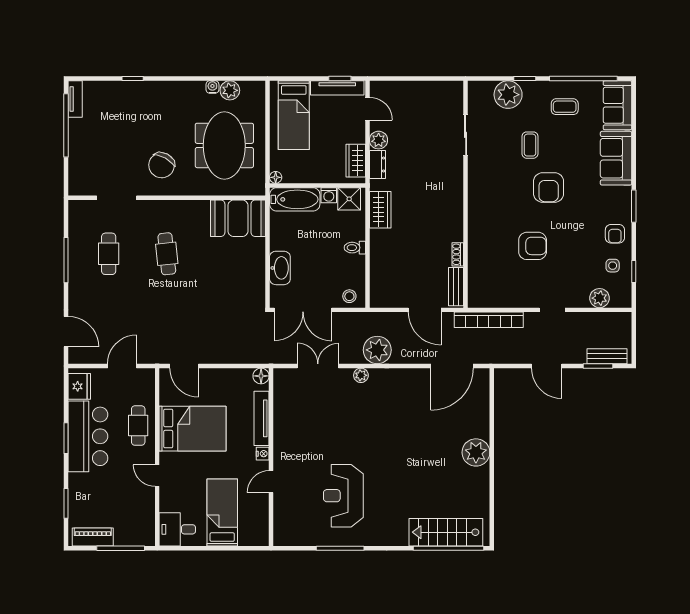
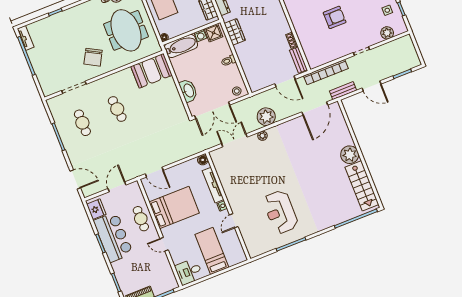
bench: (607, 356) -> (343, 91), moved
stairs: (446, 532) -> (362, 186), moved, turned -90

